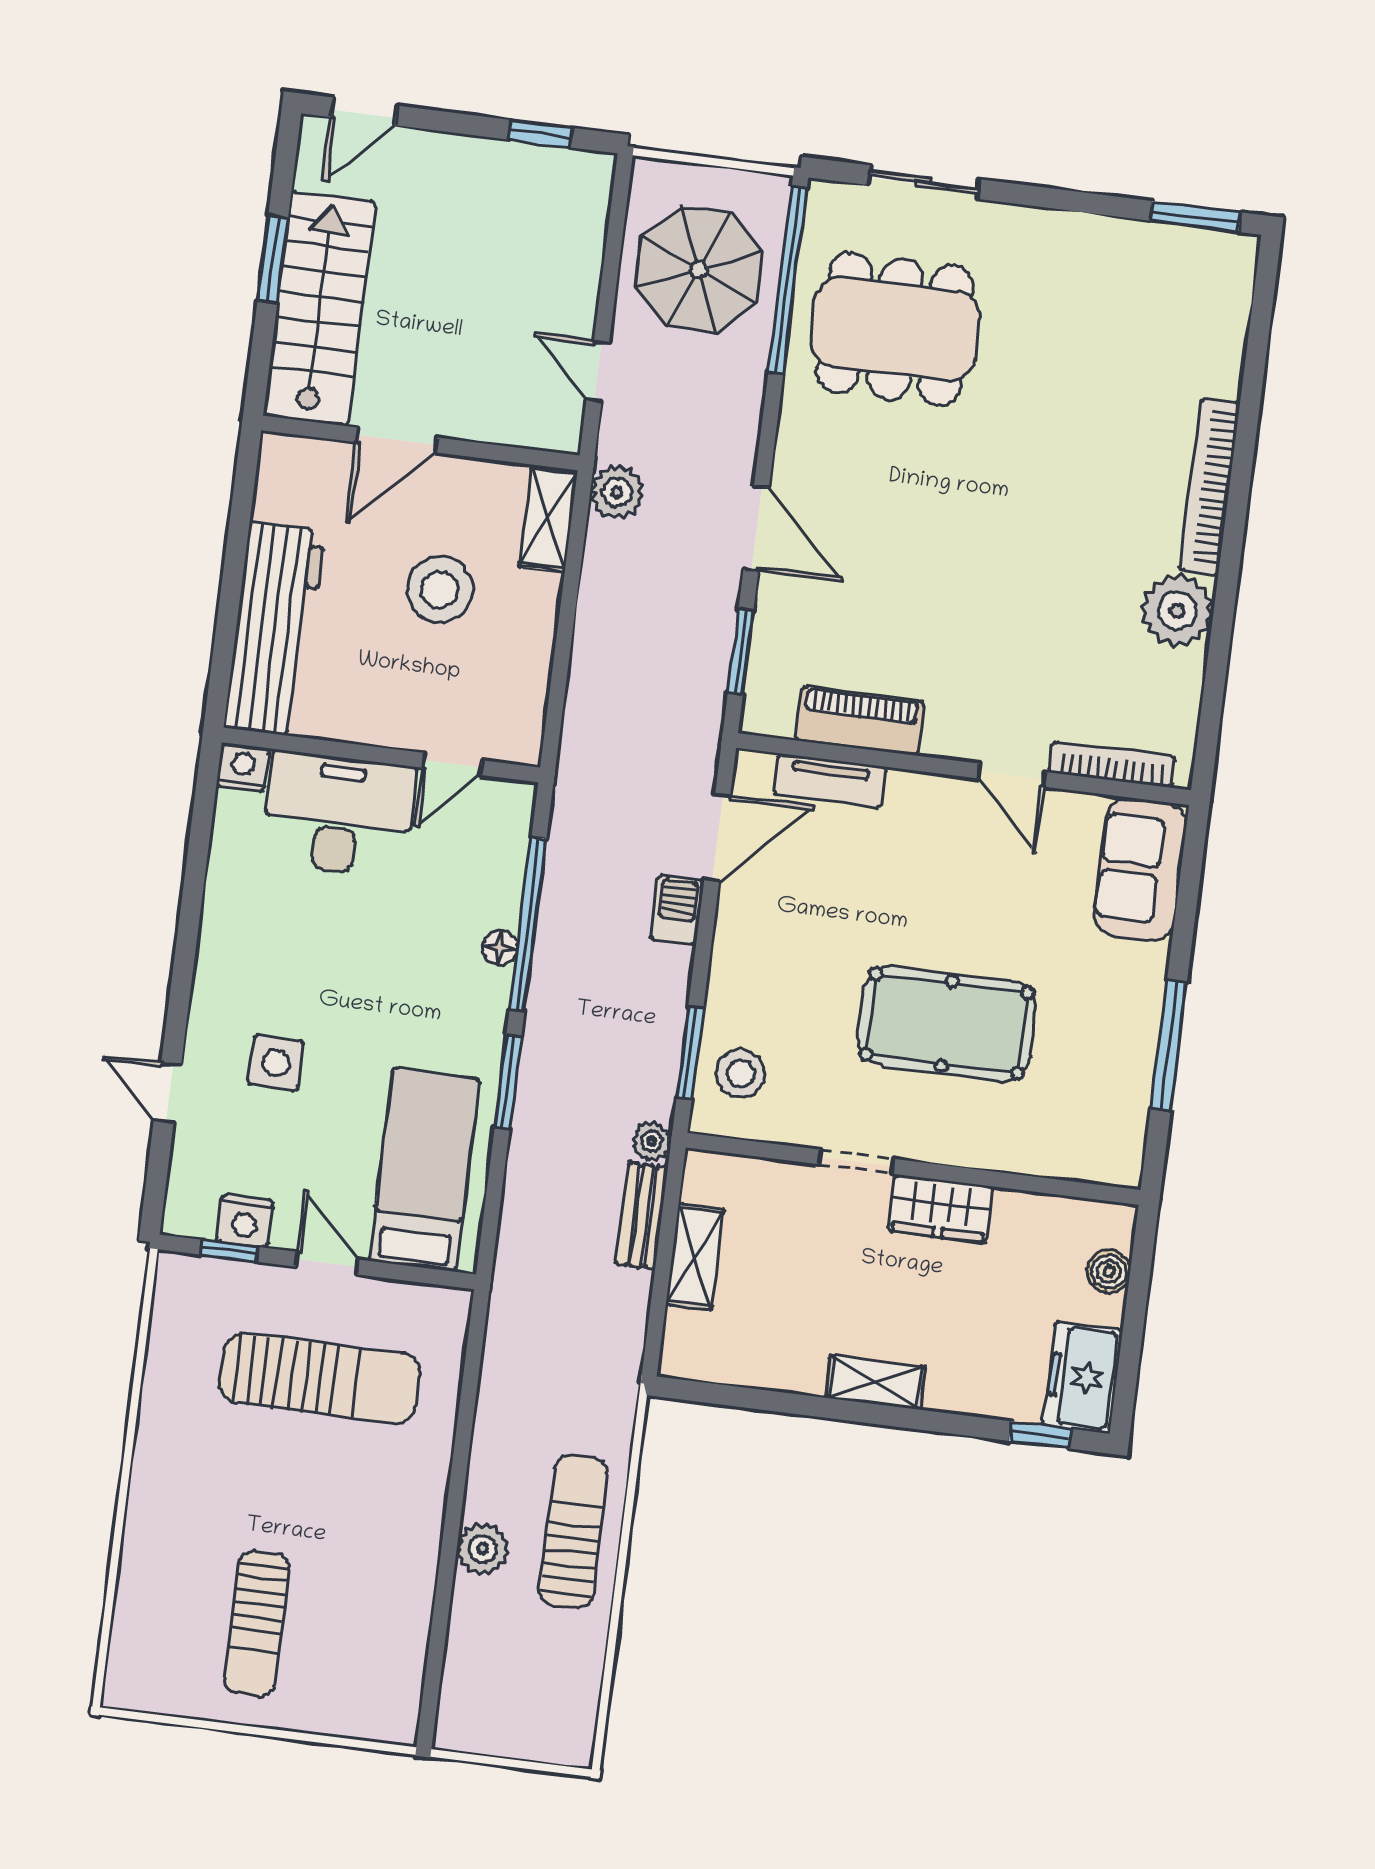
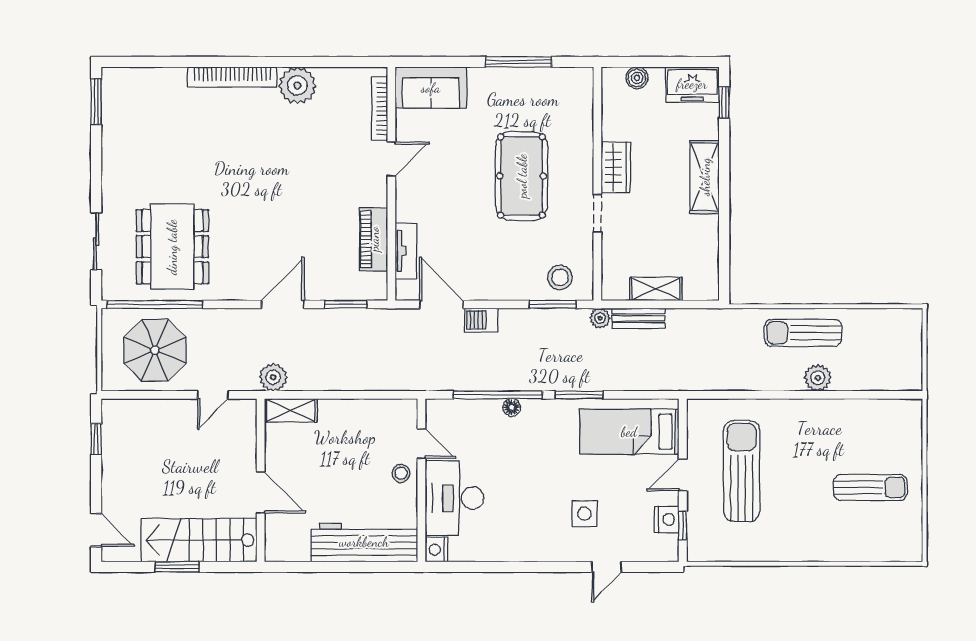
stool: (440, 589) -> (401, 473), moved, width x0.53, depth x0.53
shelving: (875, 1383) -> (705, 177), width x1.50, depth x1.33

